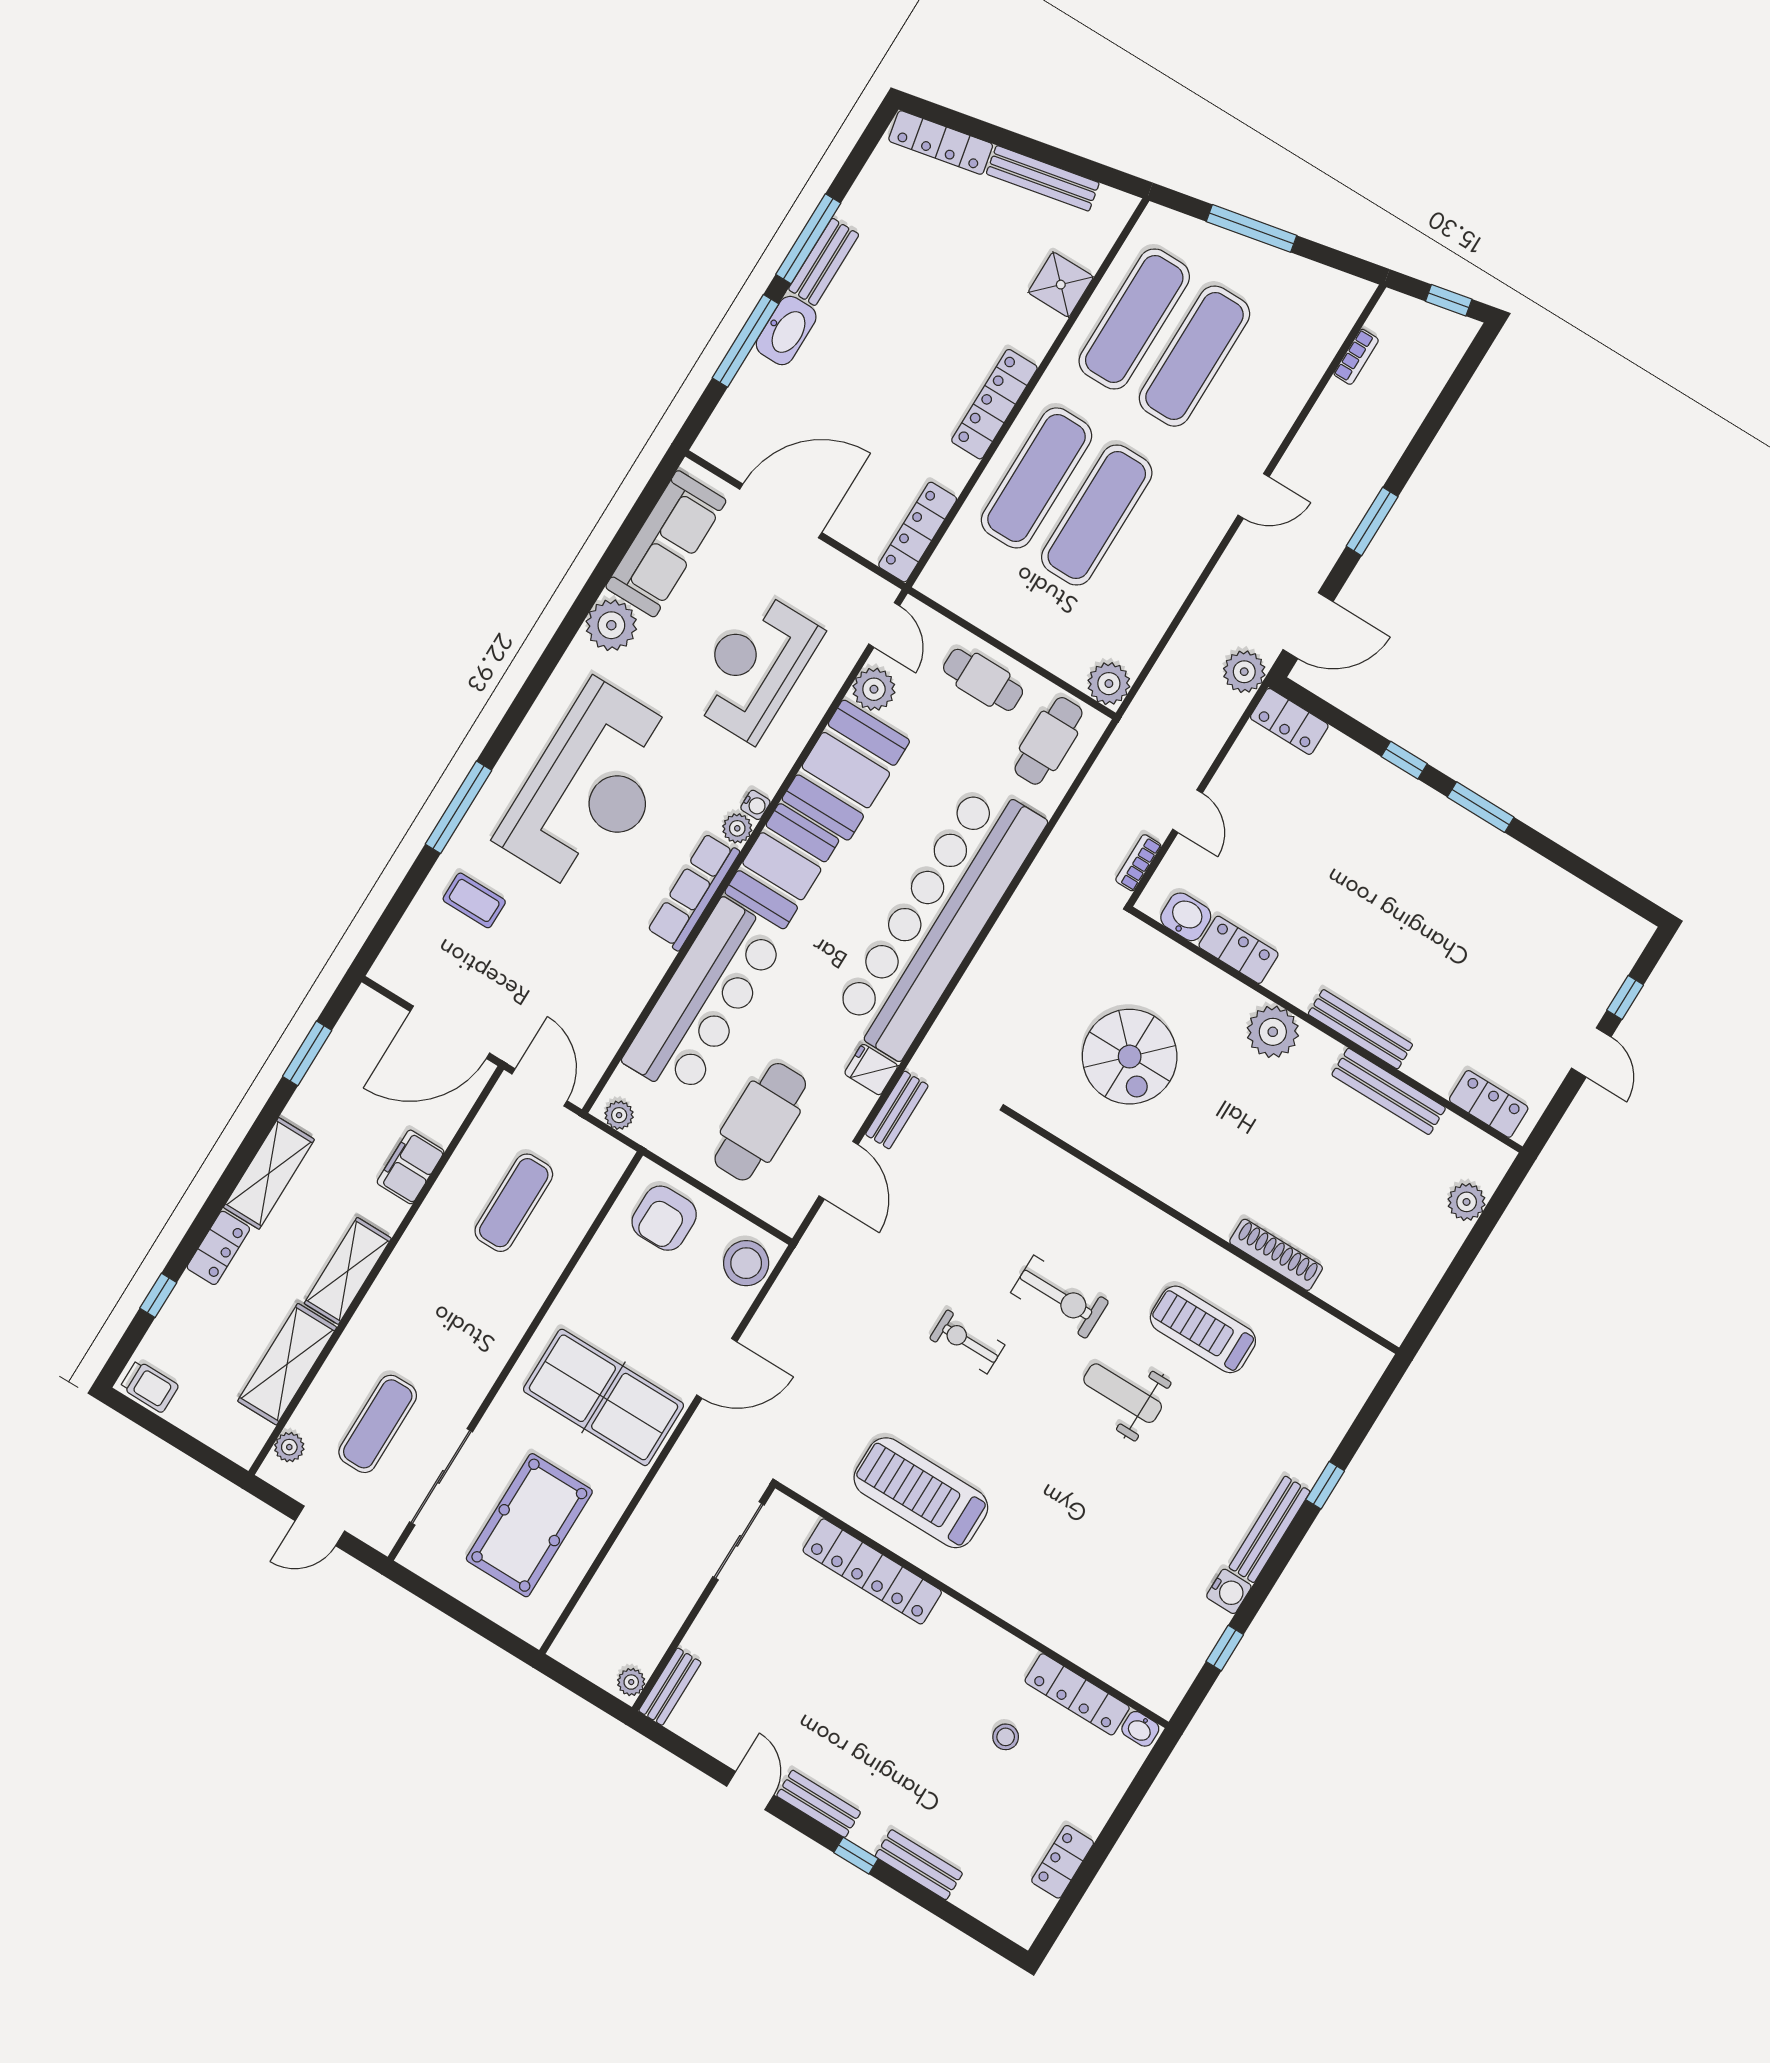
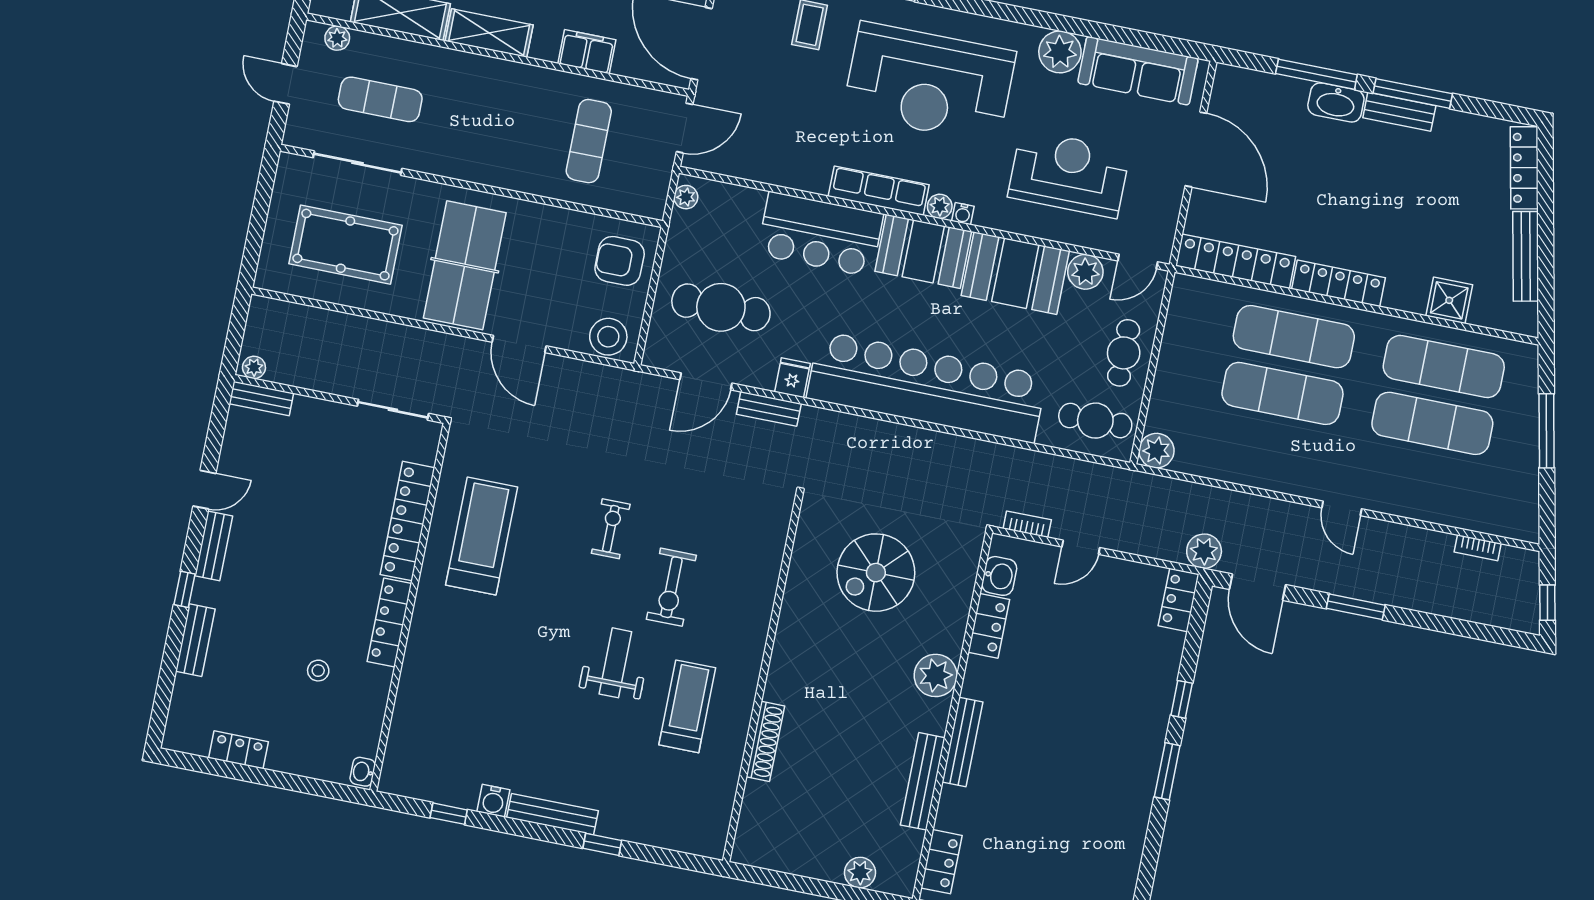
locker: (918, 532) -> (1236, 261), width x1.41, depth x1.21
bar counter: (705, 999) -> (820, 234), width x0.73
exercise mat: (514, 1203) -> (589, 141), turned 90
locker: (1077, 1694) -> (389, 622), moved

